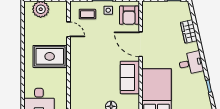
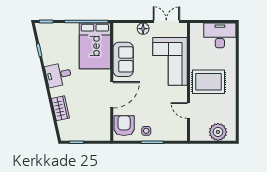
coffee table: (87, 14) -> (168, 127), removed
door: (141, 44) -> (112, 95), hinge flipped
corner sofa: (86, 76) -> (170, 61), added

